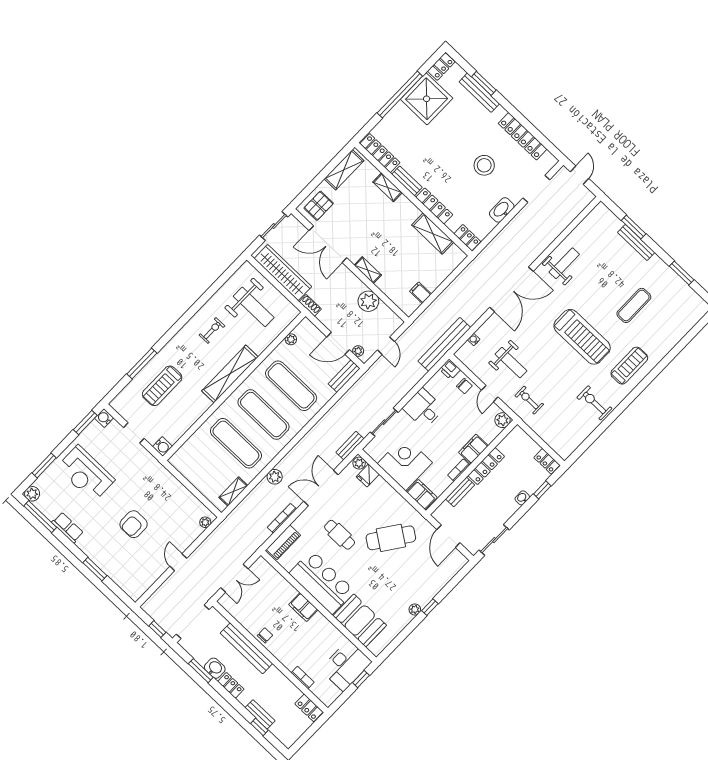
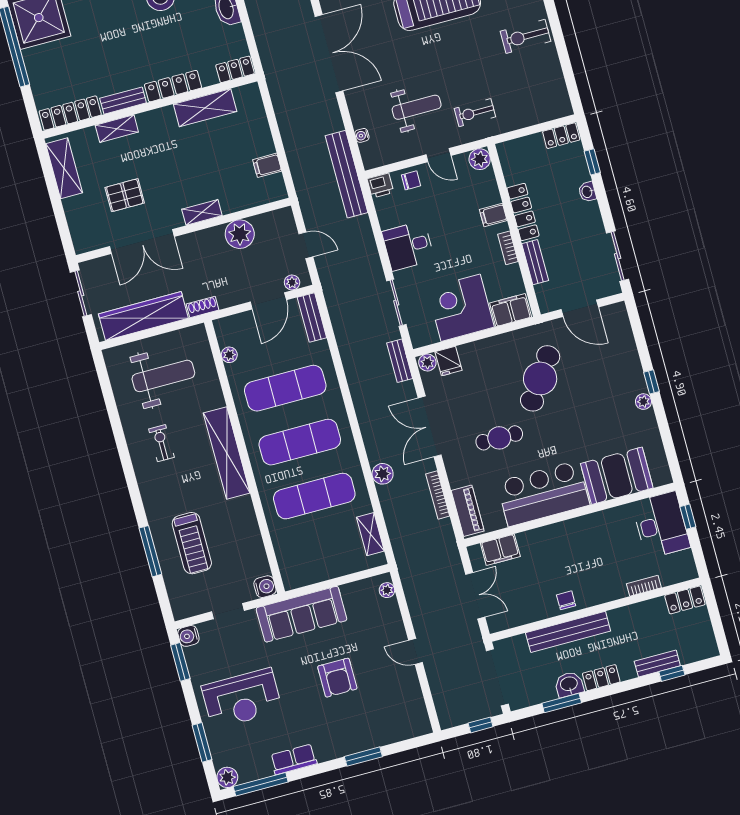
pallet: (319, 206) -> (125, 195), moved, turned 90
filing cabinet: (473, 449) -> (493, 215), width x0.50
sofa: (159, 479) -> (302, 614), added
filing cabinet: (303, 607) -> (500, 550), moved

